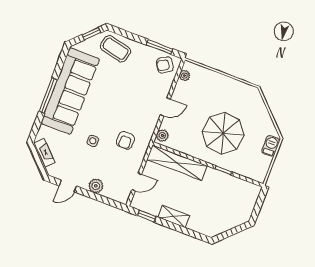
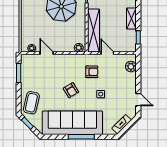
armchair: (165, 65) -> (71, 90), moved
door: (165, 107) -> (47, 53), moved
door: (137, 182) -> (107, 53), moved
plant: (96, 186) -> (131, 66), moved

